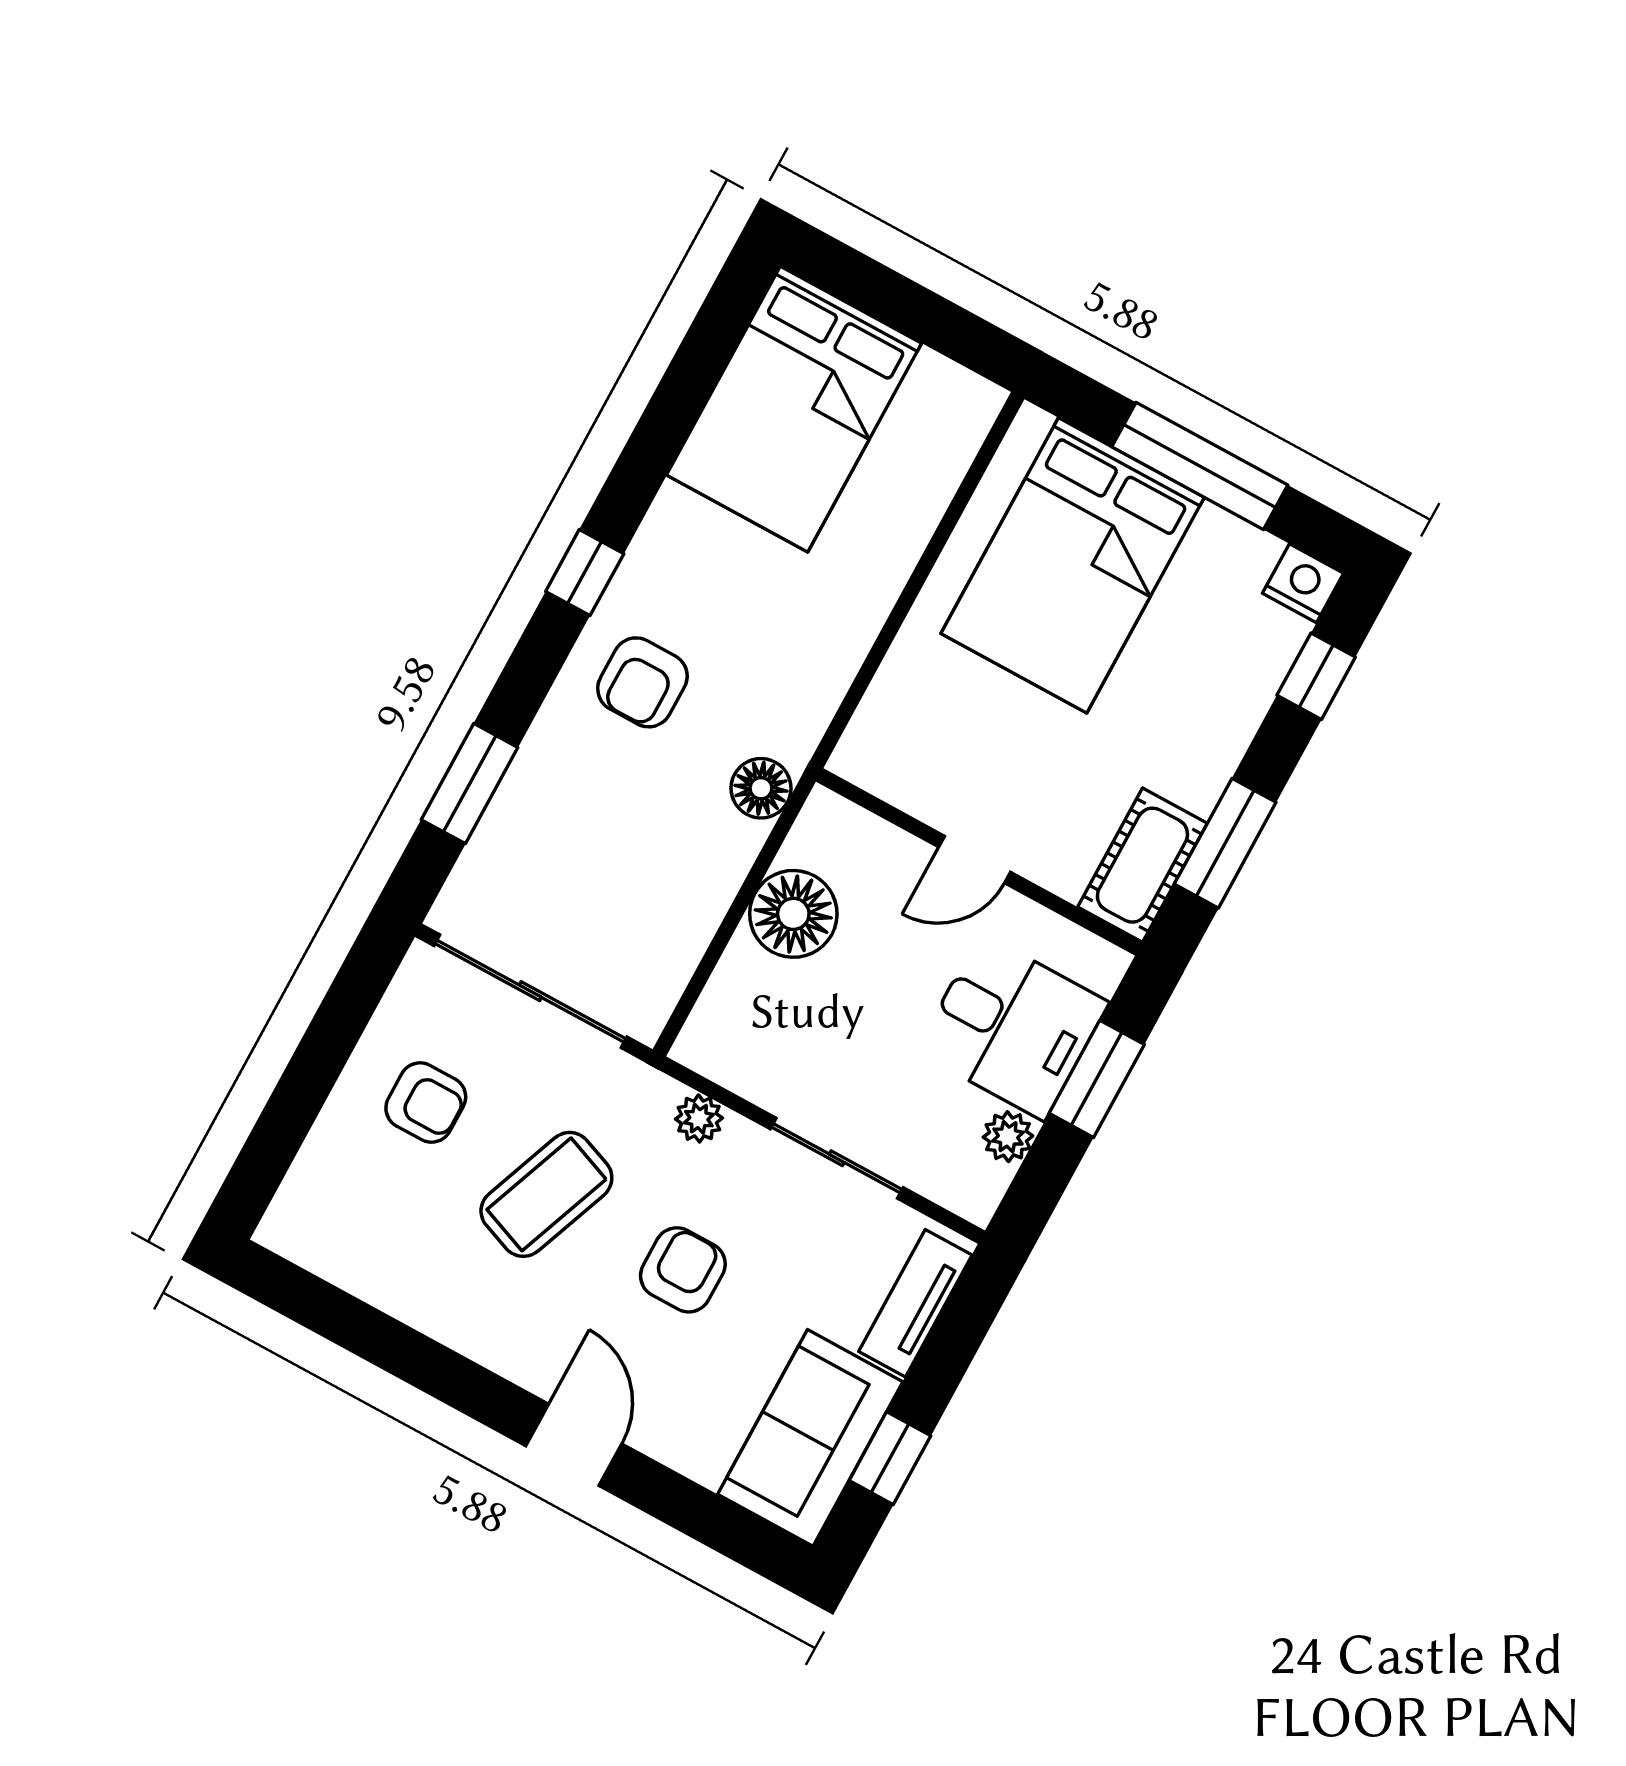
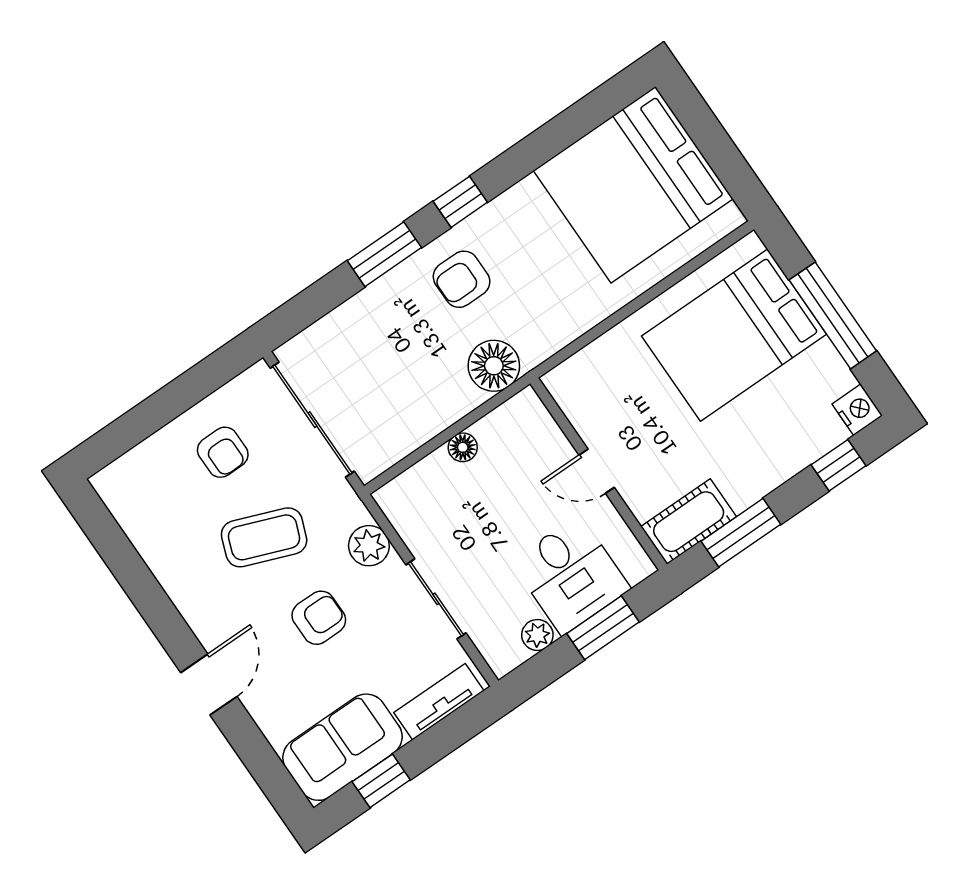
bed: (794, 409) -> (633, 185), width x1.36
window: (470, 784) -> (384, 254), moved
floor lamp: (761, 788) -> (494, 366), width x1.38, depth x1.38
floor lamp: (793, 914) -> (463, 447), width x0.53, depth x0.53
plant: (699, 1119) -> (369, 546), width x1.38, depth x1.38

